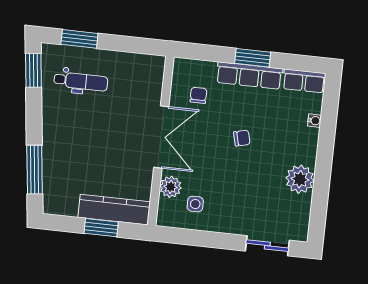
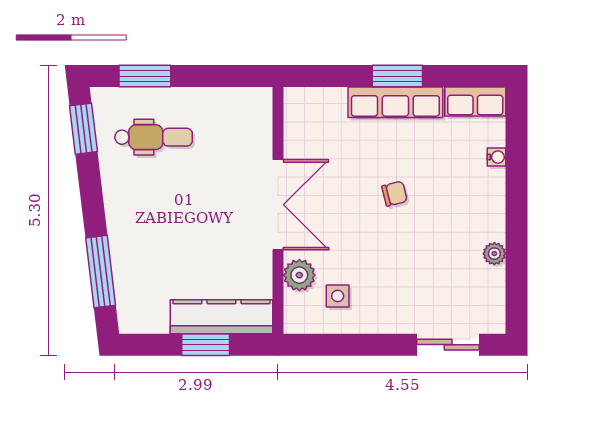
chair: (198, 95) -> (325, 139), removed
plant: (300, 179) -> (494, 254), width x0.53, depth x0.53

